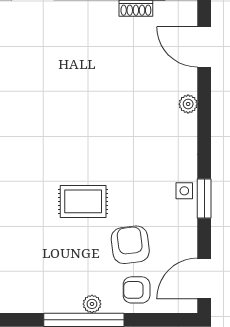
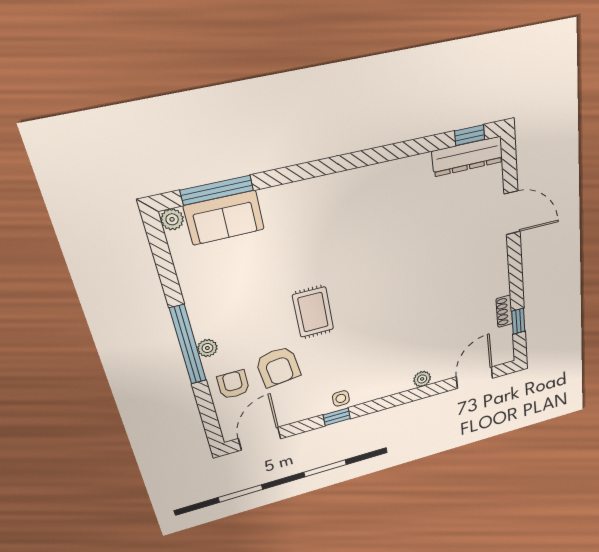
window: (204, 198) -> (337, 417), width x0.67
armchair: (130, 245) -> (278, 367), turned 90
door: (204, 279) -> (260, 439), hinge flipped

